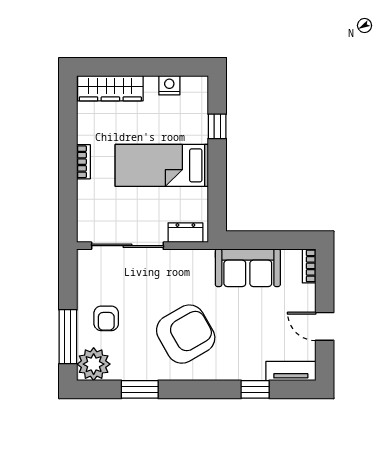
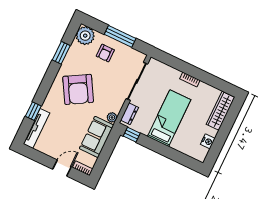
window: (217, 126) -> (132, 135), moved
plant: (205, 258) -> (112, 117), added
armchair: (106, 318) -> (105, 53), turned -90
door: (325, 326) -> (62, 168), moved
window: (68, 337) -> (120, 36), moved
tv unit: (291, 371) -> (36, 128), width x1.41

